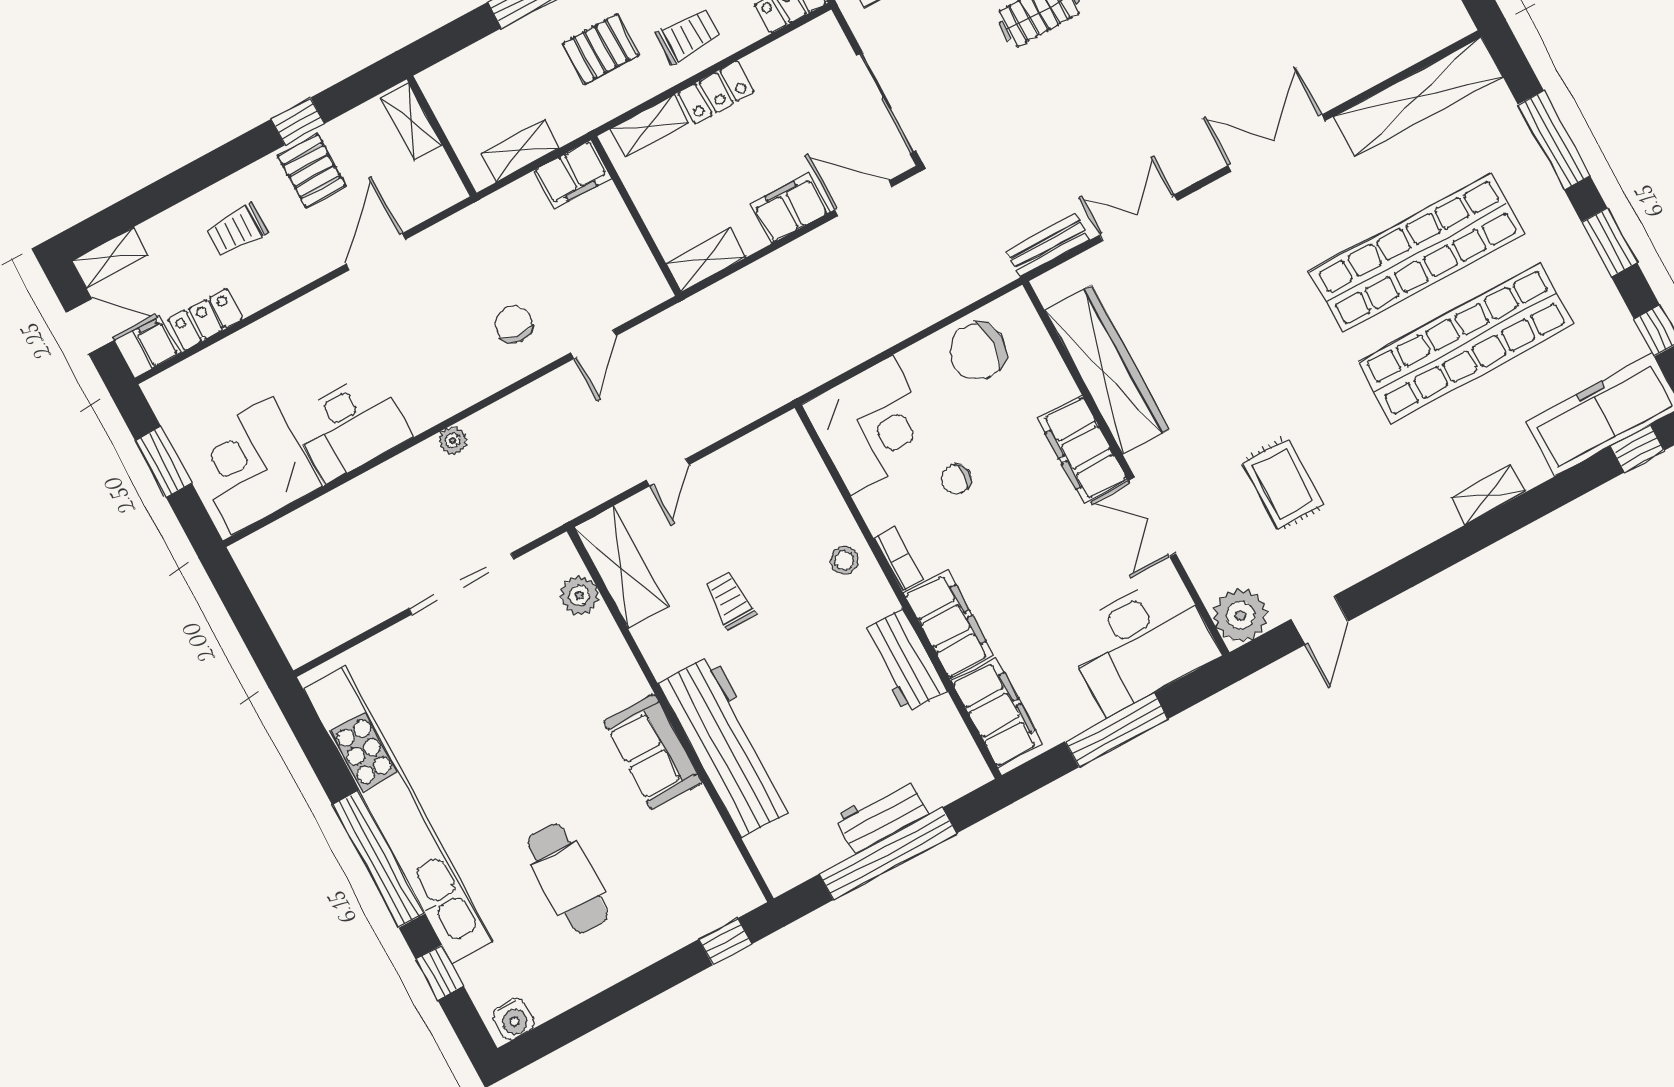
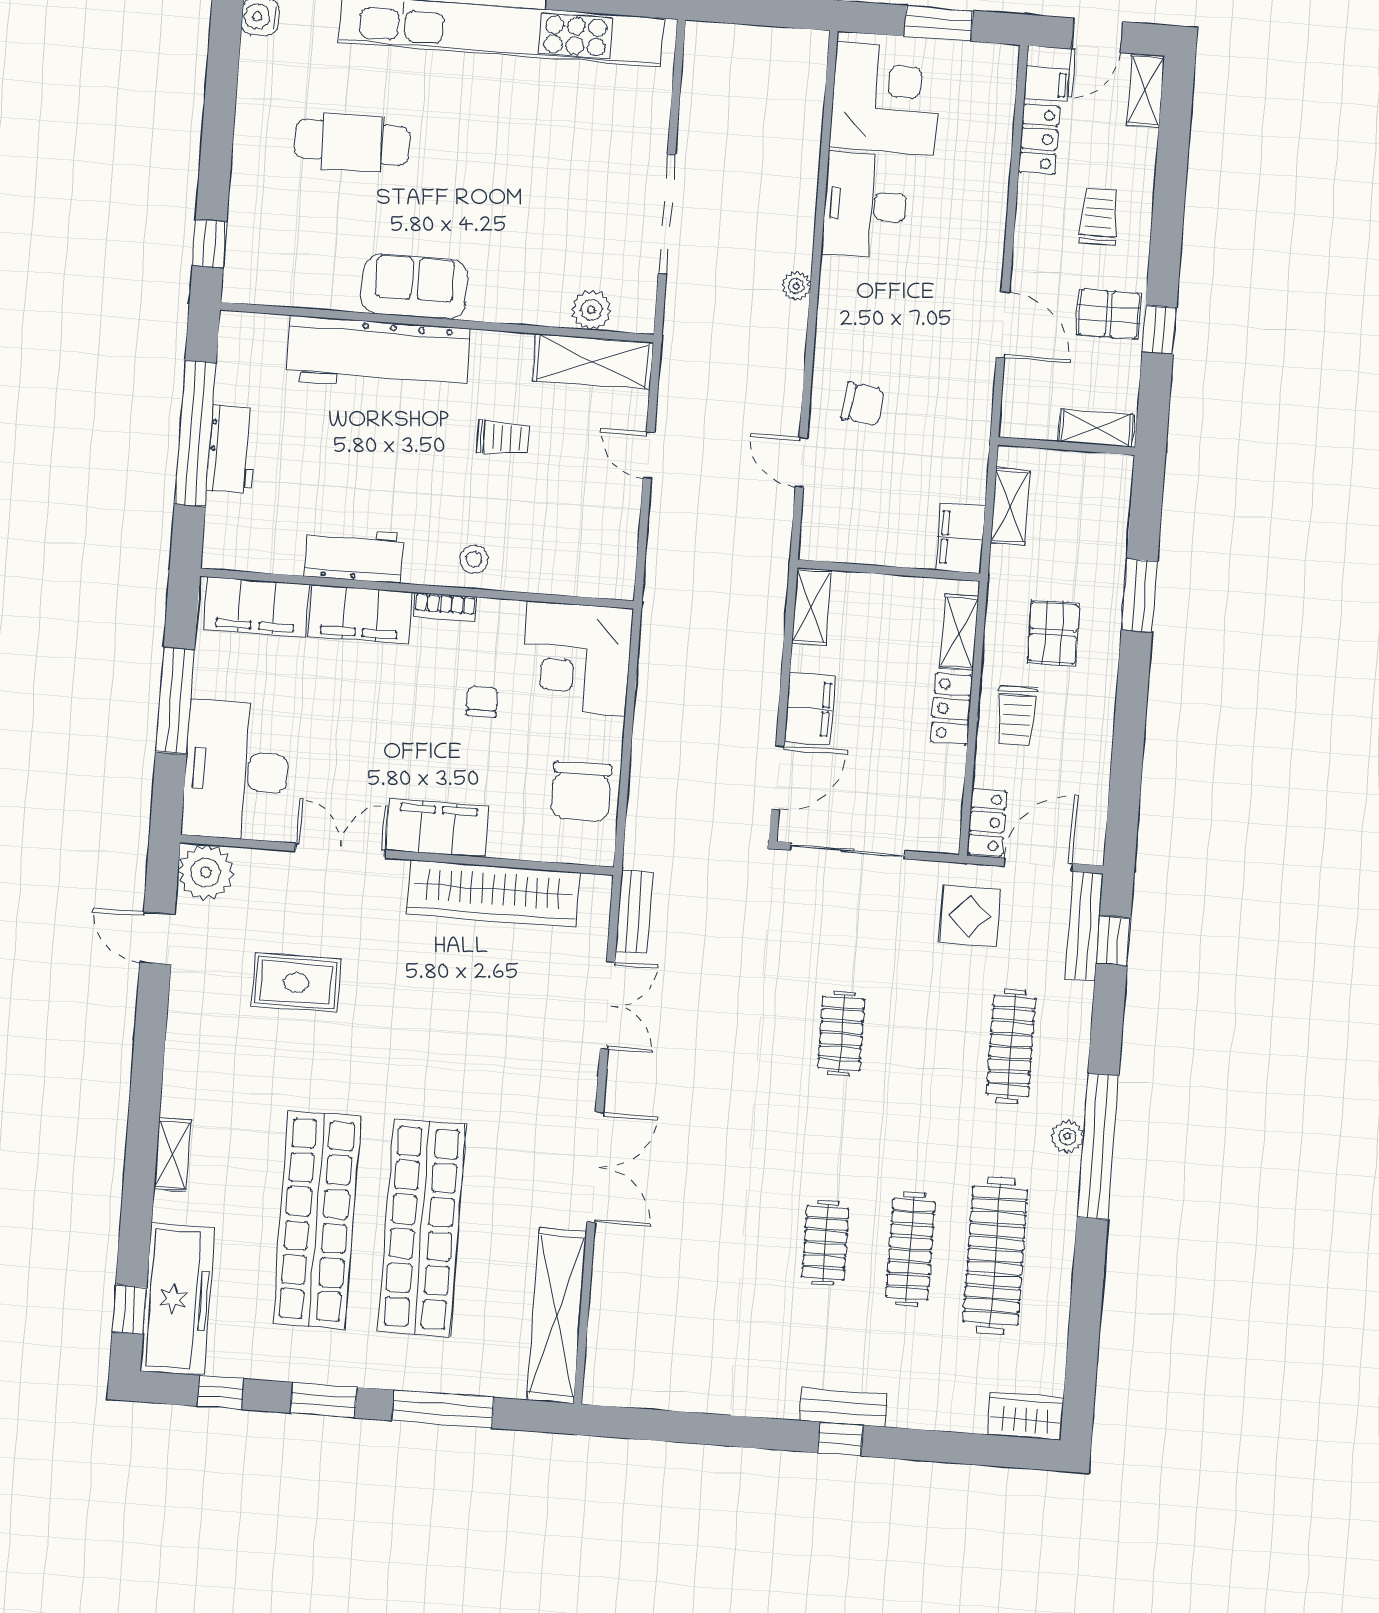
chair: (978, 351) -> (581, 791), turned 180

